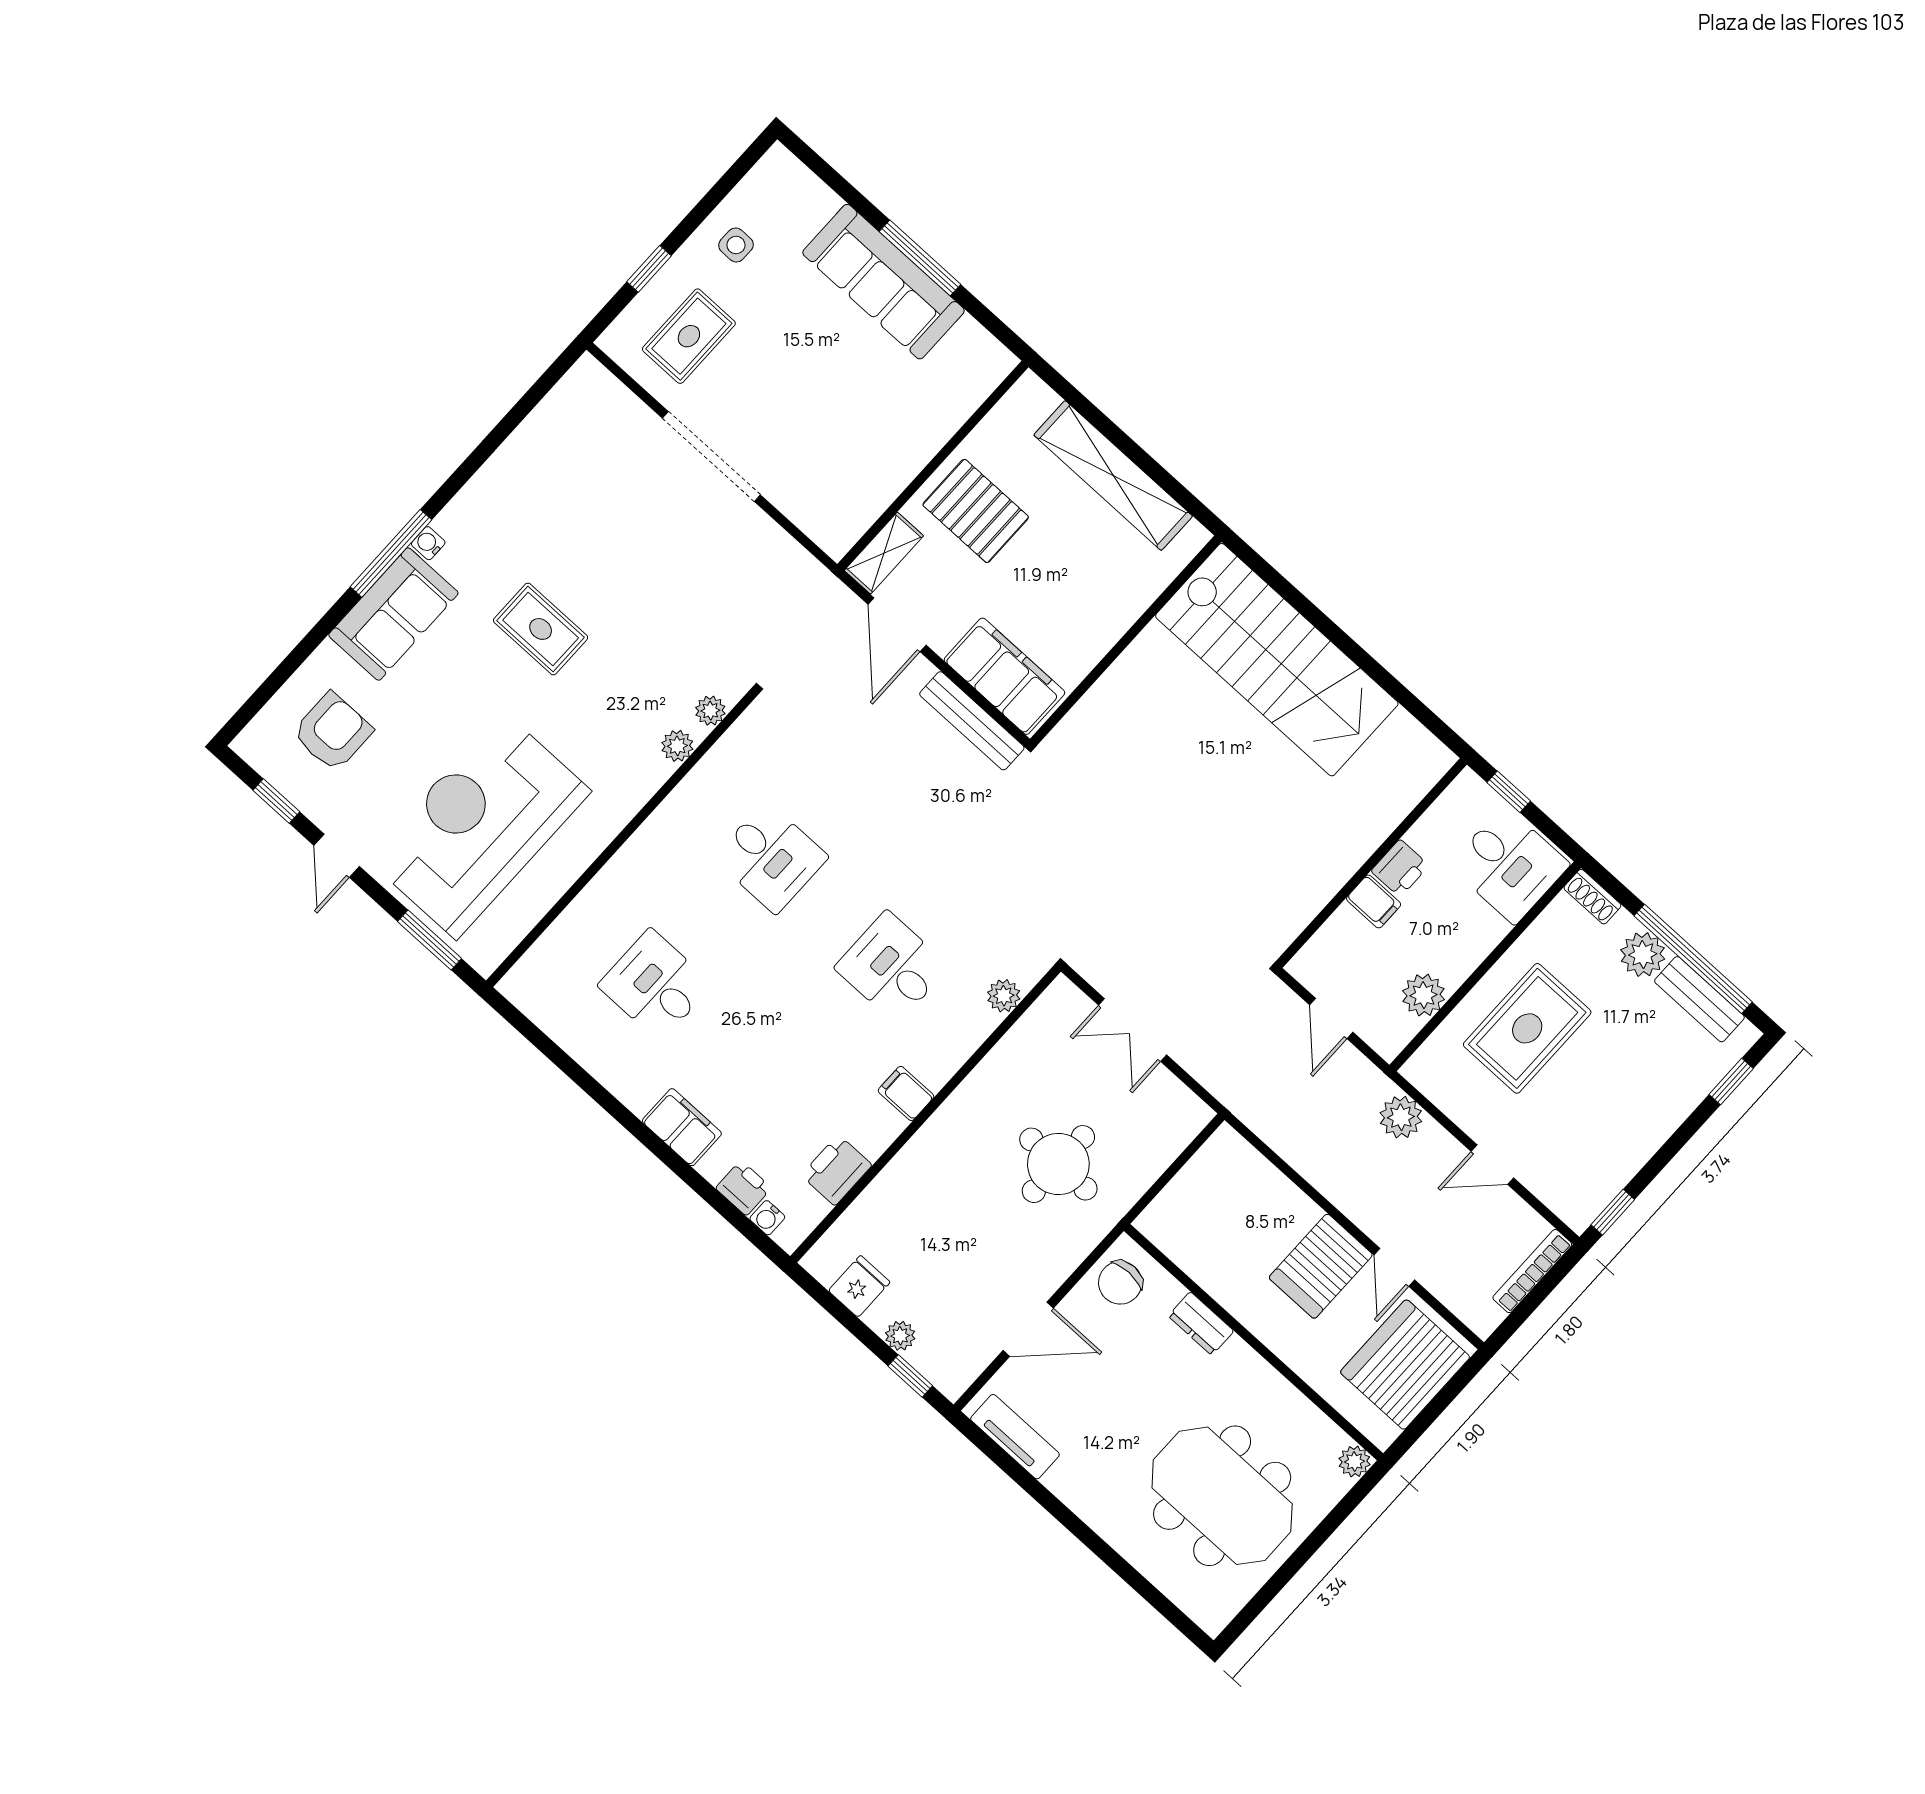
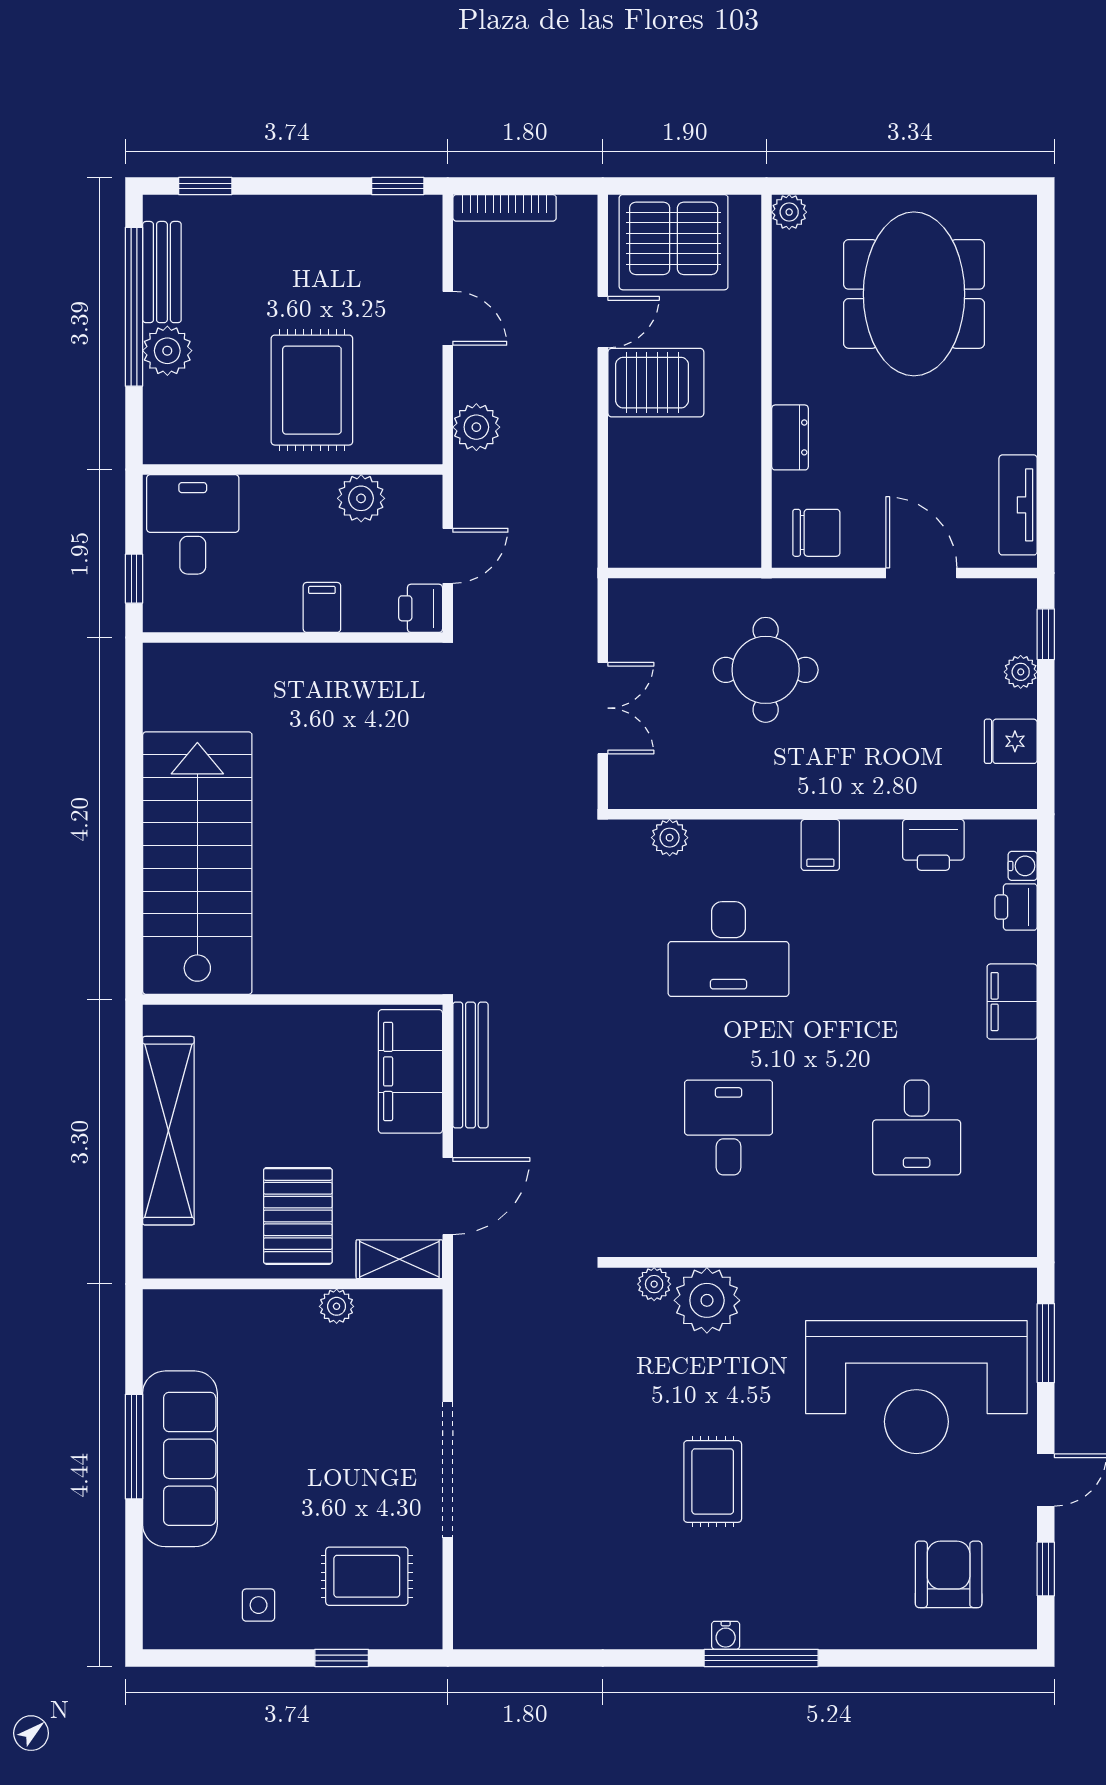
plant: (891, 482) -> (337, 1306), added
sofa: (393, 614) -> (809, 1611), removed
armchair: (332, 732) -> (949, 1574), turned 90
plant: (677, 746) -> (707, 1300), width x1.88, depth x1.88
printer: (1400, 868) -> (421, 608), moved, turned -90
shoe rack: (1592, 897) -> (157, 434), removed
desk: (892, 967) -> (729, 949), width x1.37
rug: (1527, 1028) -> (312, 390), turned 90

